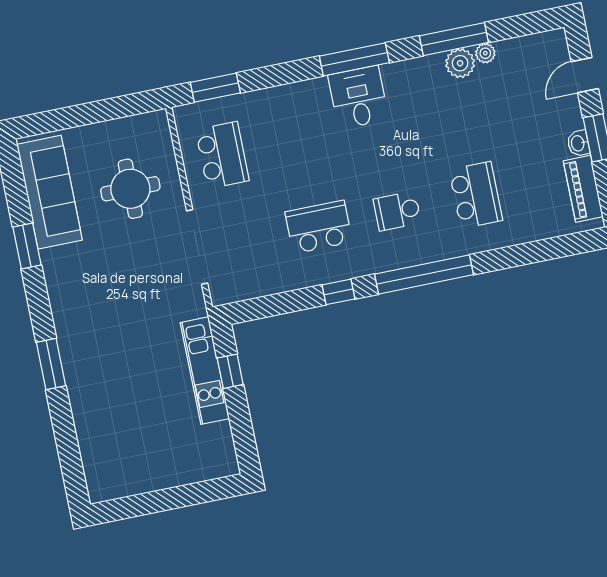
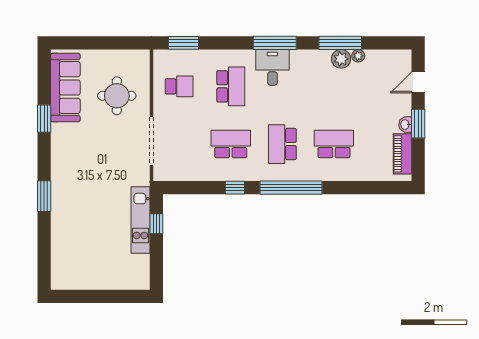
school desk: (301, 139) -> (231, 86), added
school desk: (222, 155) -> (179, 86), width x0.54
school desk: (476, 195) -> (334, 144), turned -90
school desk: (397, 211) -> (282, 144), width x1.85

